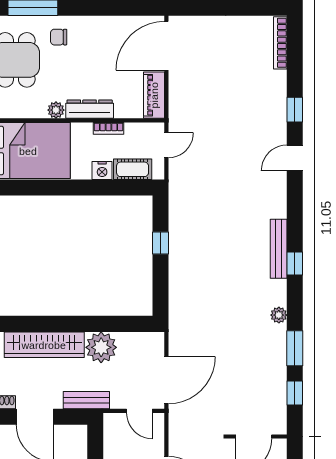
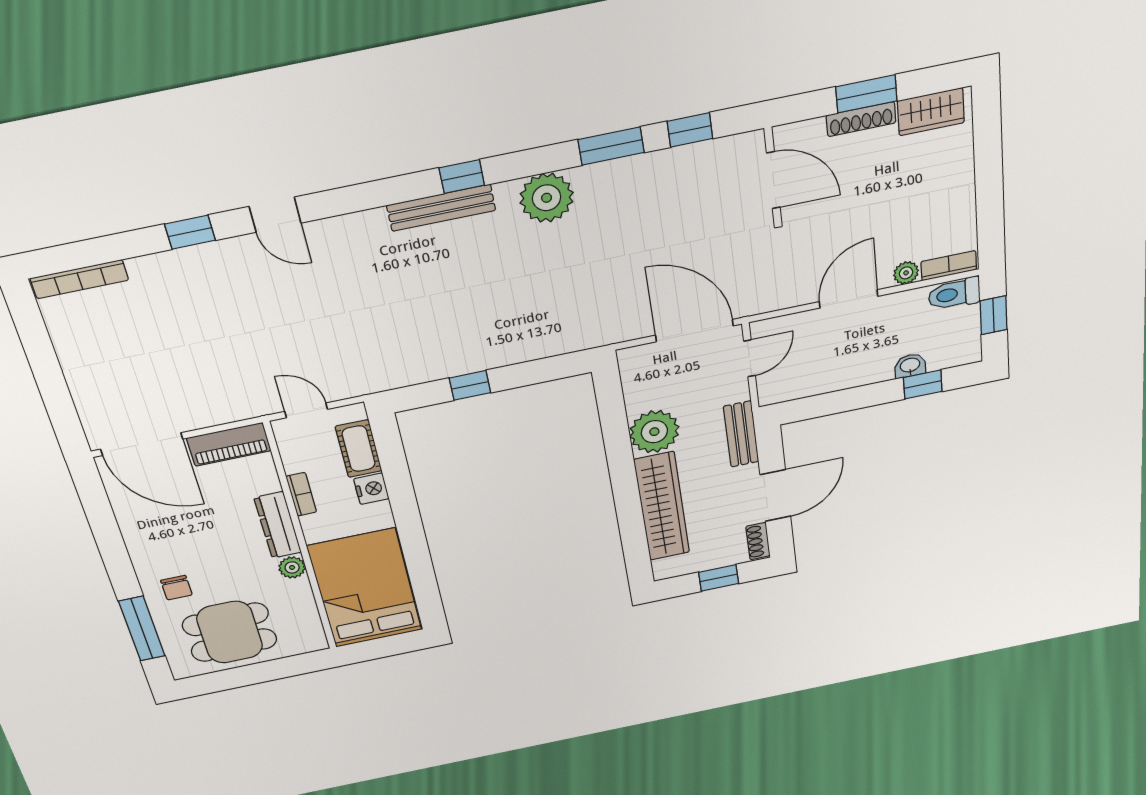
plant: (279, 315) -> (547, 198), width x1.88, depth x1.88

